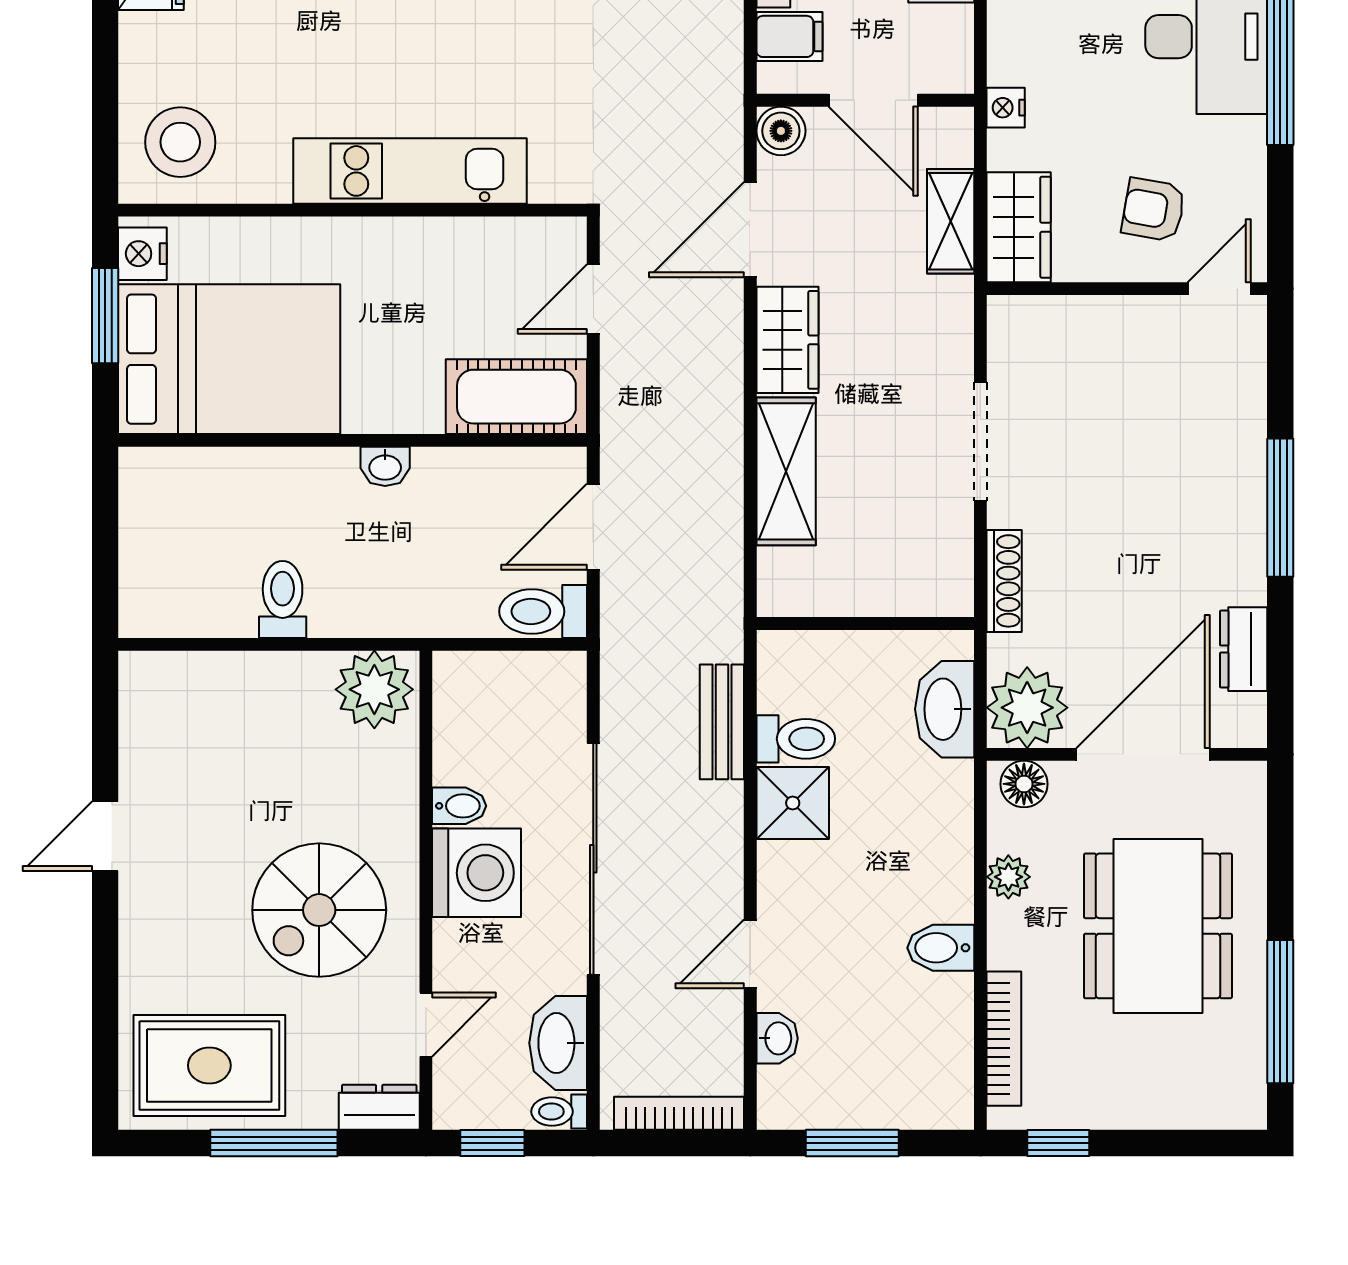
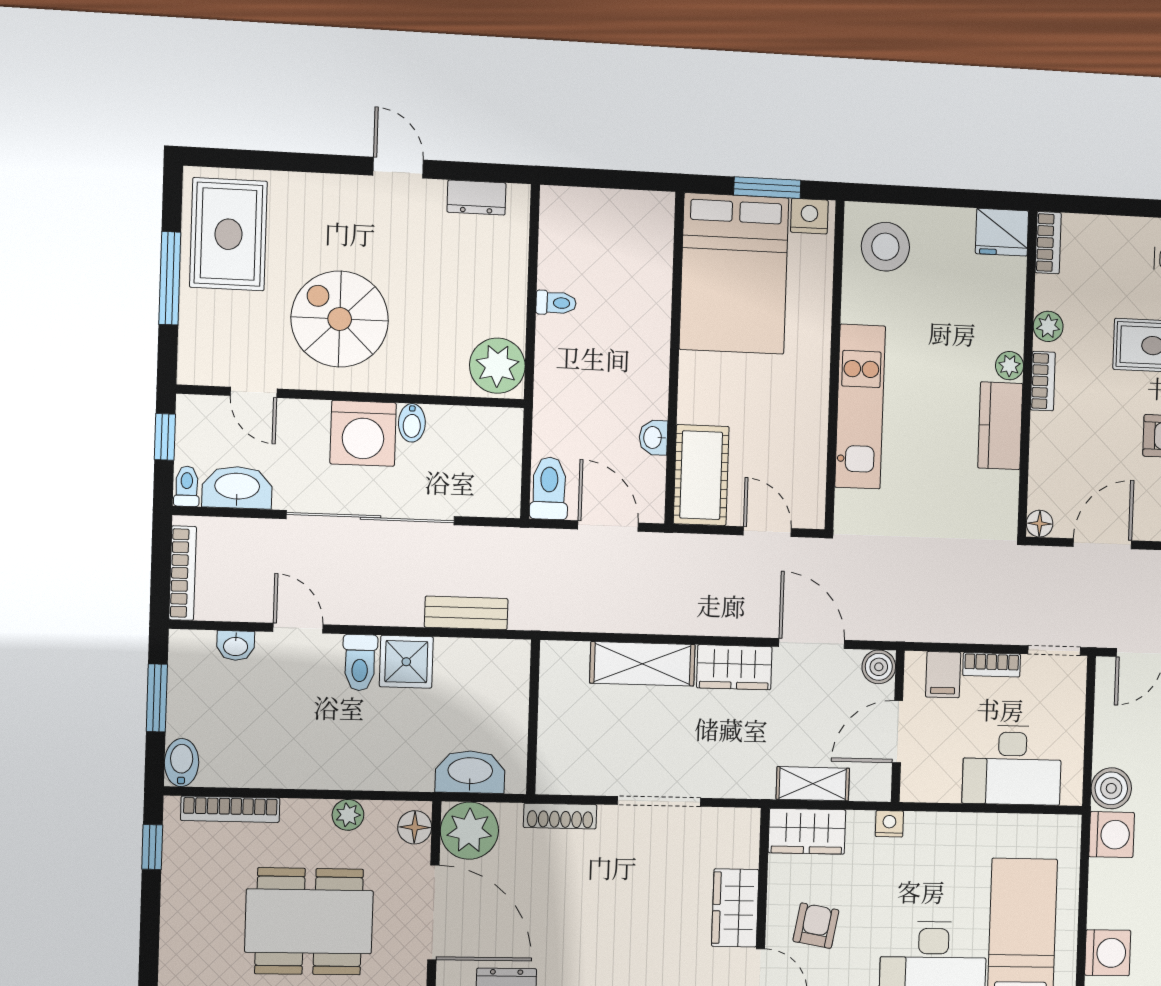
wardrobe: (1130, 327) -> (735, 908), added
washbasin: (385, 466) -> (653, 438), moved
toilet: (283, 599) -> (556, 303), width x0.73, depth x0.72
toilet: (796, 739) -> (360, 663), moved
bidet: (941, 948) -> (182, 763), moved
dresser: (379, 1107) -> (477, 198), moved, turned 90

